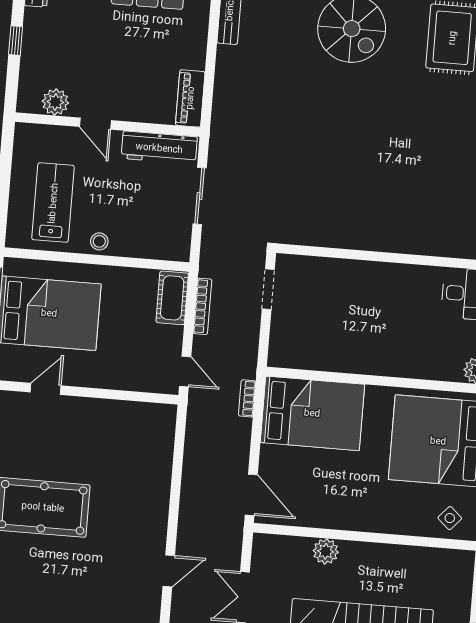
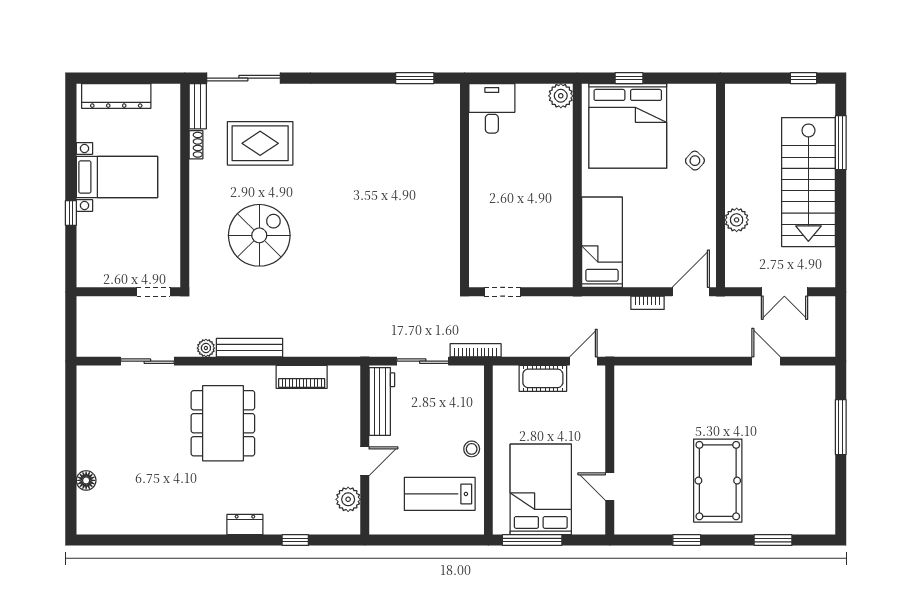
piano: (190, 98) -> (302, 377), moved
cot: (172, 298) -> (543, 378), moved
bookcase: (202, 306) -> (476, 350), moved
bookcase: (247, 398) -> (648, 303), moved
bed: (312, 413) -> (602, 242), width x0.67
side table: (450, 518) -> (695, 161), moved

